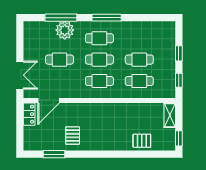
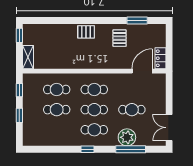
window: (107, 18) -> (88, 149), width x0.46
double door: (20, 75) -> (169, 128), moved
pallet: (142, 141) -> (86, 32), moved

